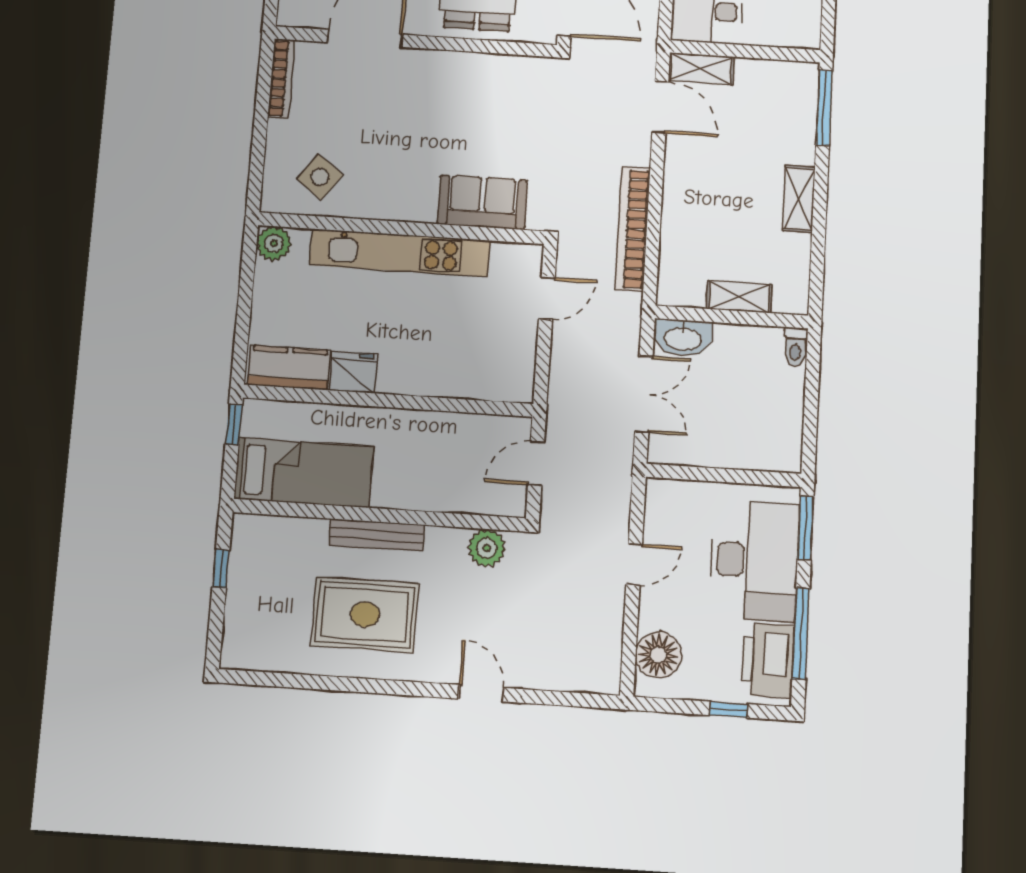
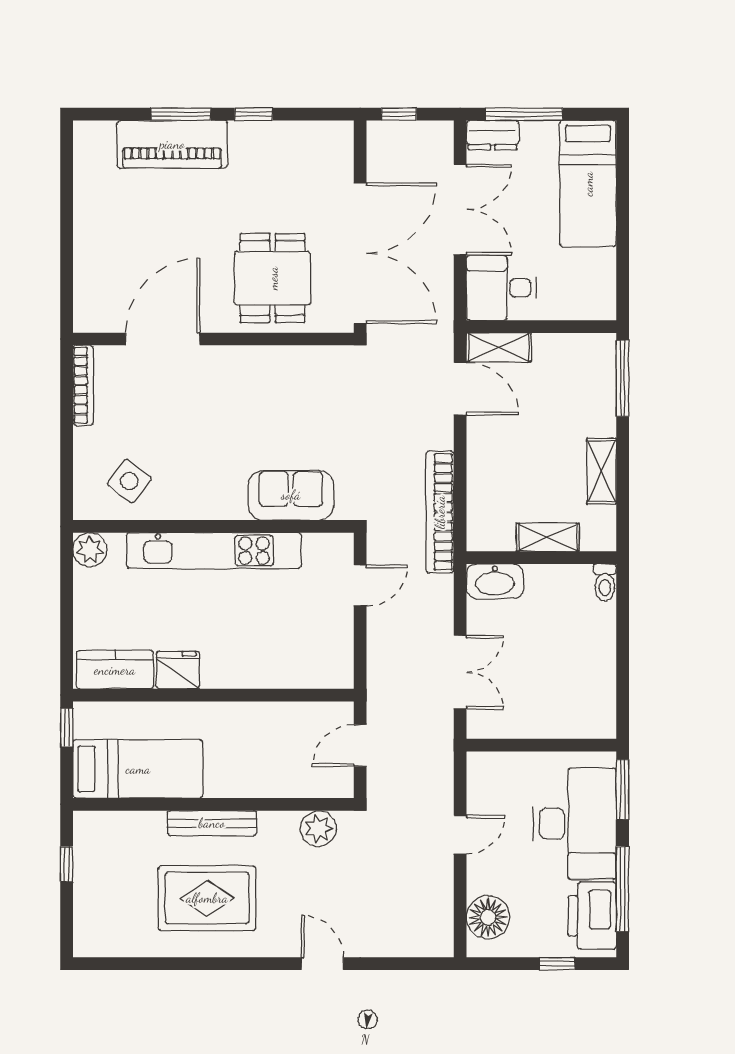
shelving: (739, 297) -> (548, 537), moved
wall: (732, 317) -> (541, 558), moved
washbasin: (683, 338) -> (495, 581), moved
toilet: (795, 347) -> (605, 583), moved

